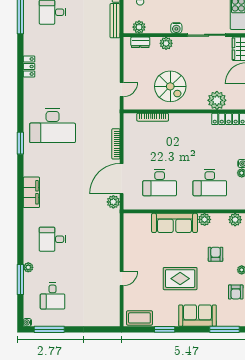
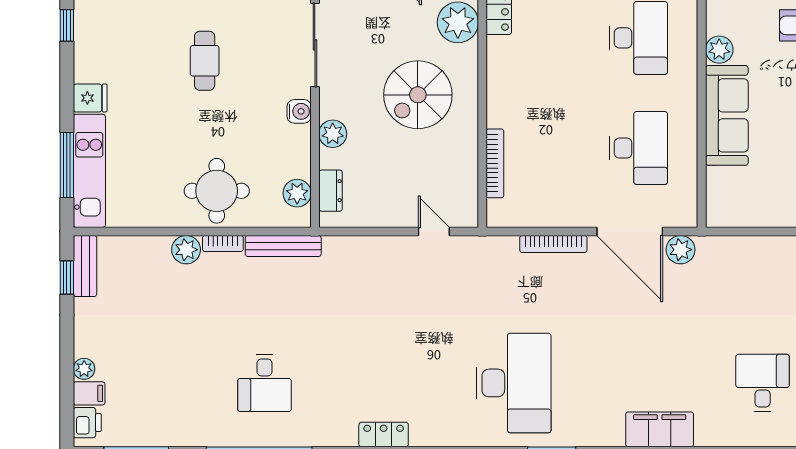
spiral stairs: (170, 86) -> (418, 95), moved, turned 180
desk: (53, 239) -> (763, 383), turned 180

